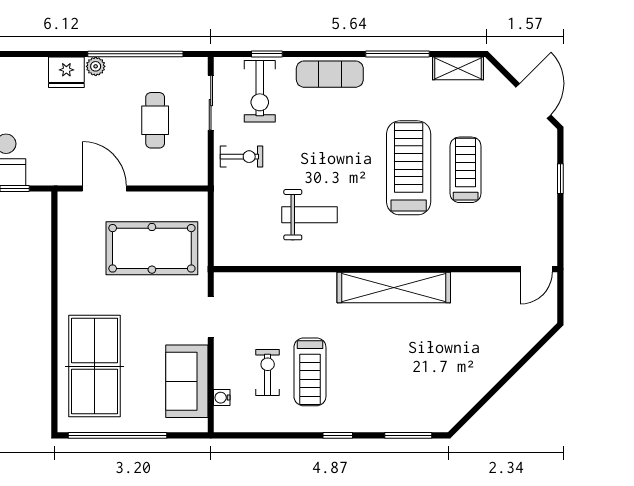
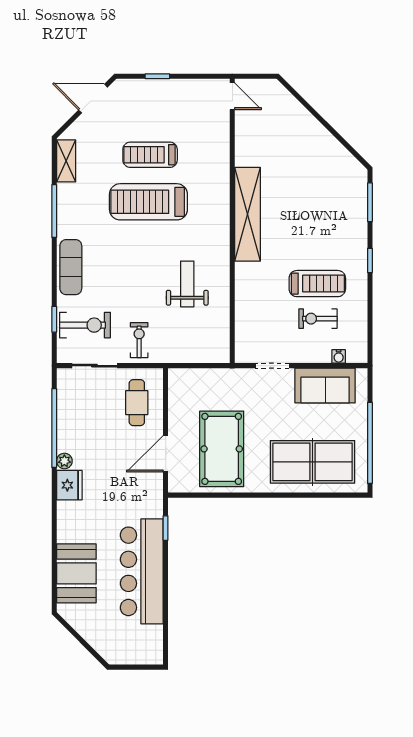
cafe table: (155, 120) -> (137, 403), moved, turned 90
pool table: (152, 248) -> (222, 449), moved

